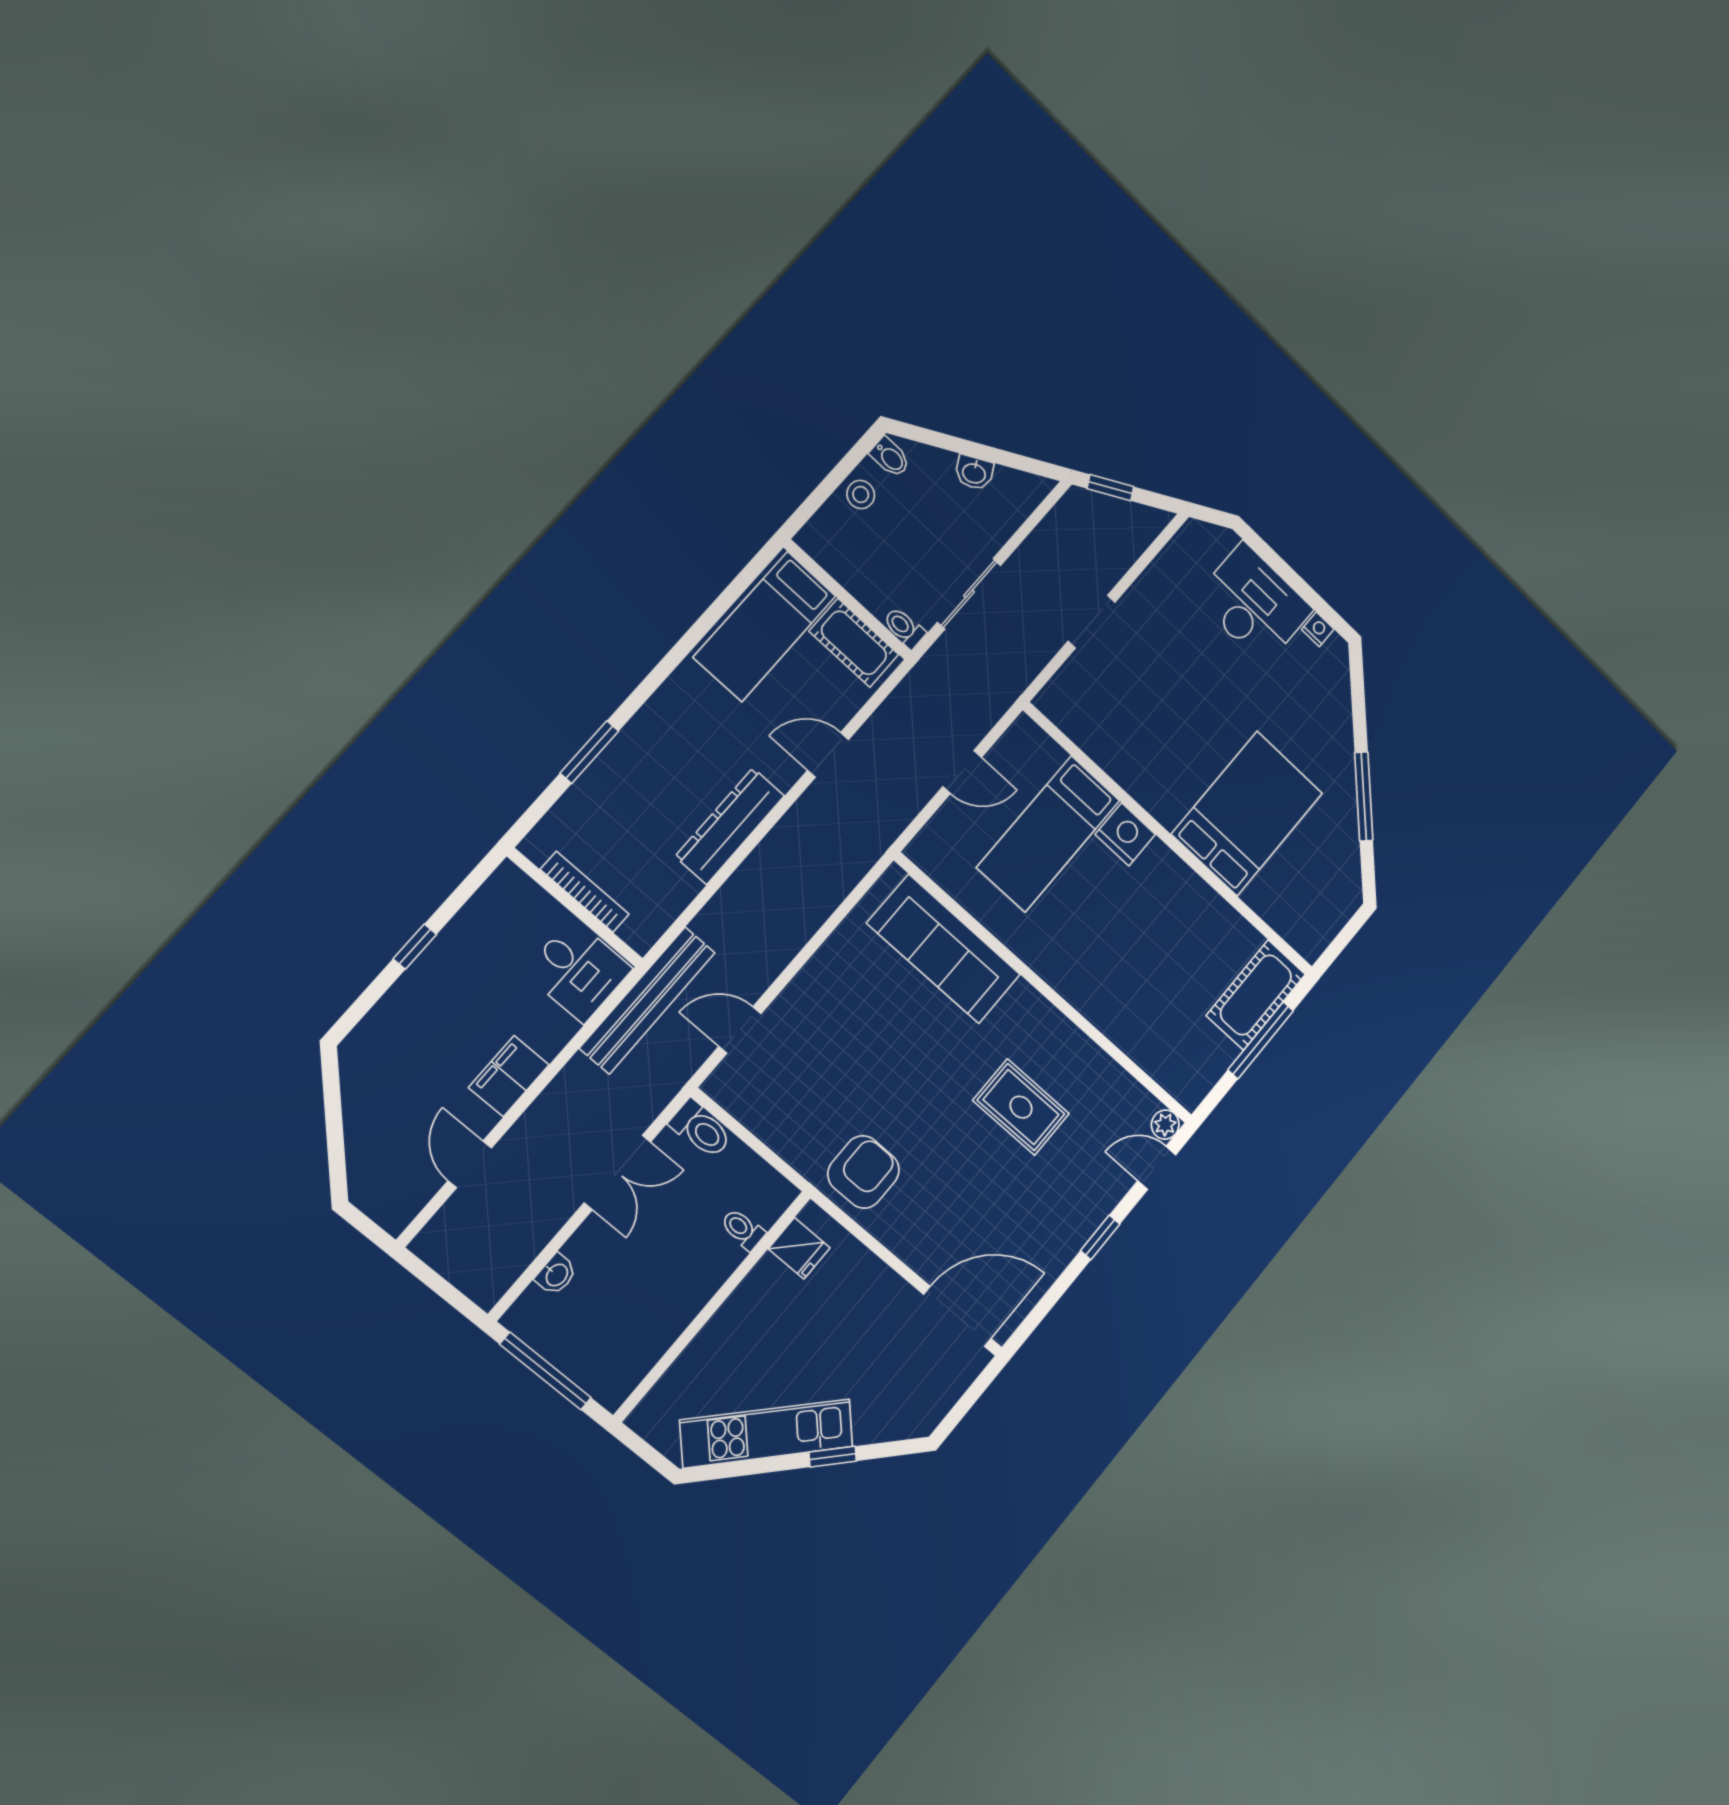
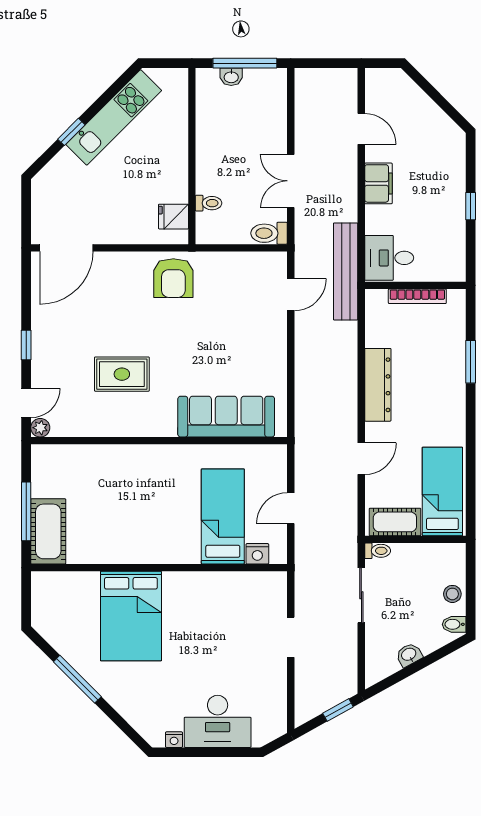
nightstand: (1125, 834) -> (257, 554), moved, width x0.74, depth x0.75
washbasin: (556, 1275) -> (231, 77), moved, turned -90

